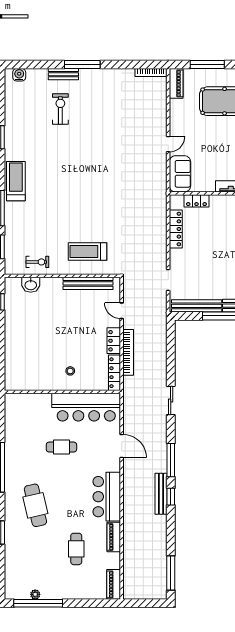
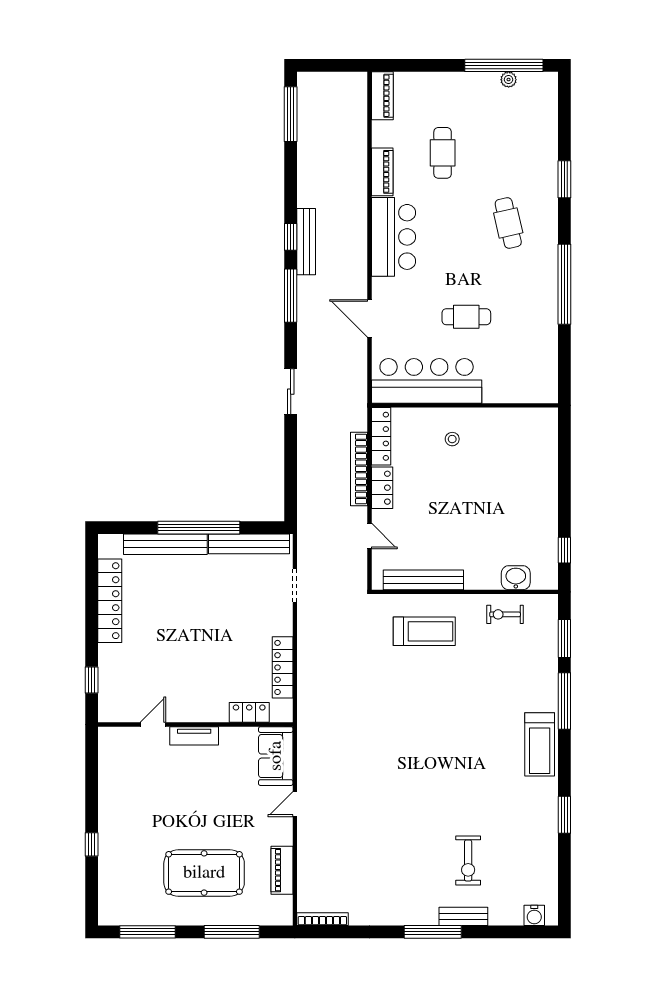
piano: (176, 83) -> (282, 870), moved
cafe table: (35, 505) -> (508, 223), width x0.73, depth x0.74

